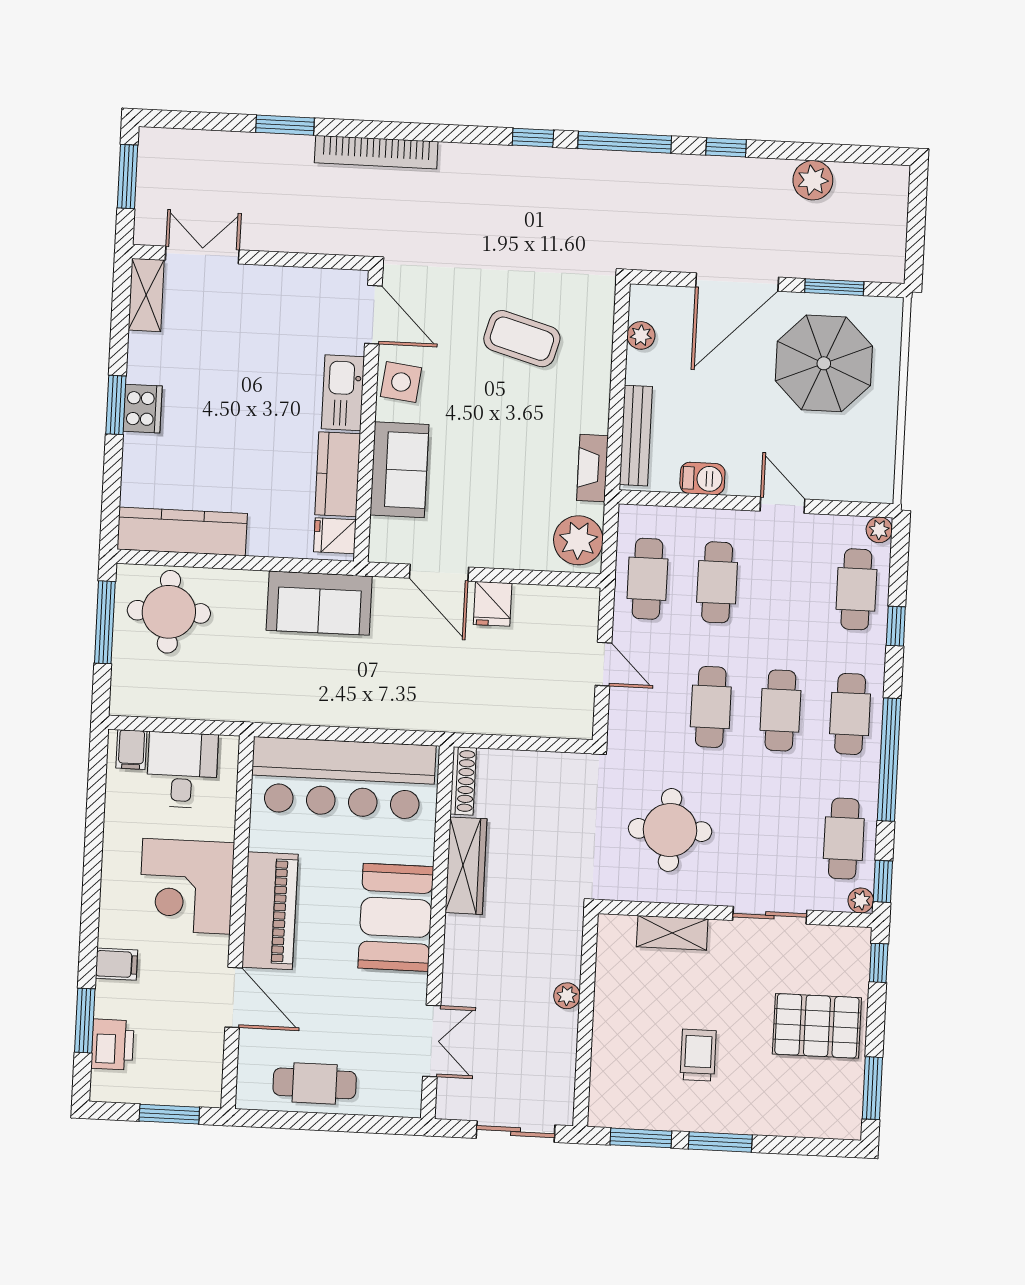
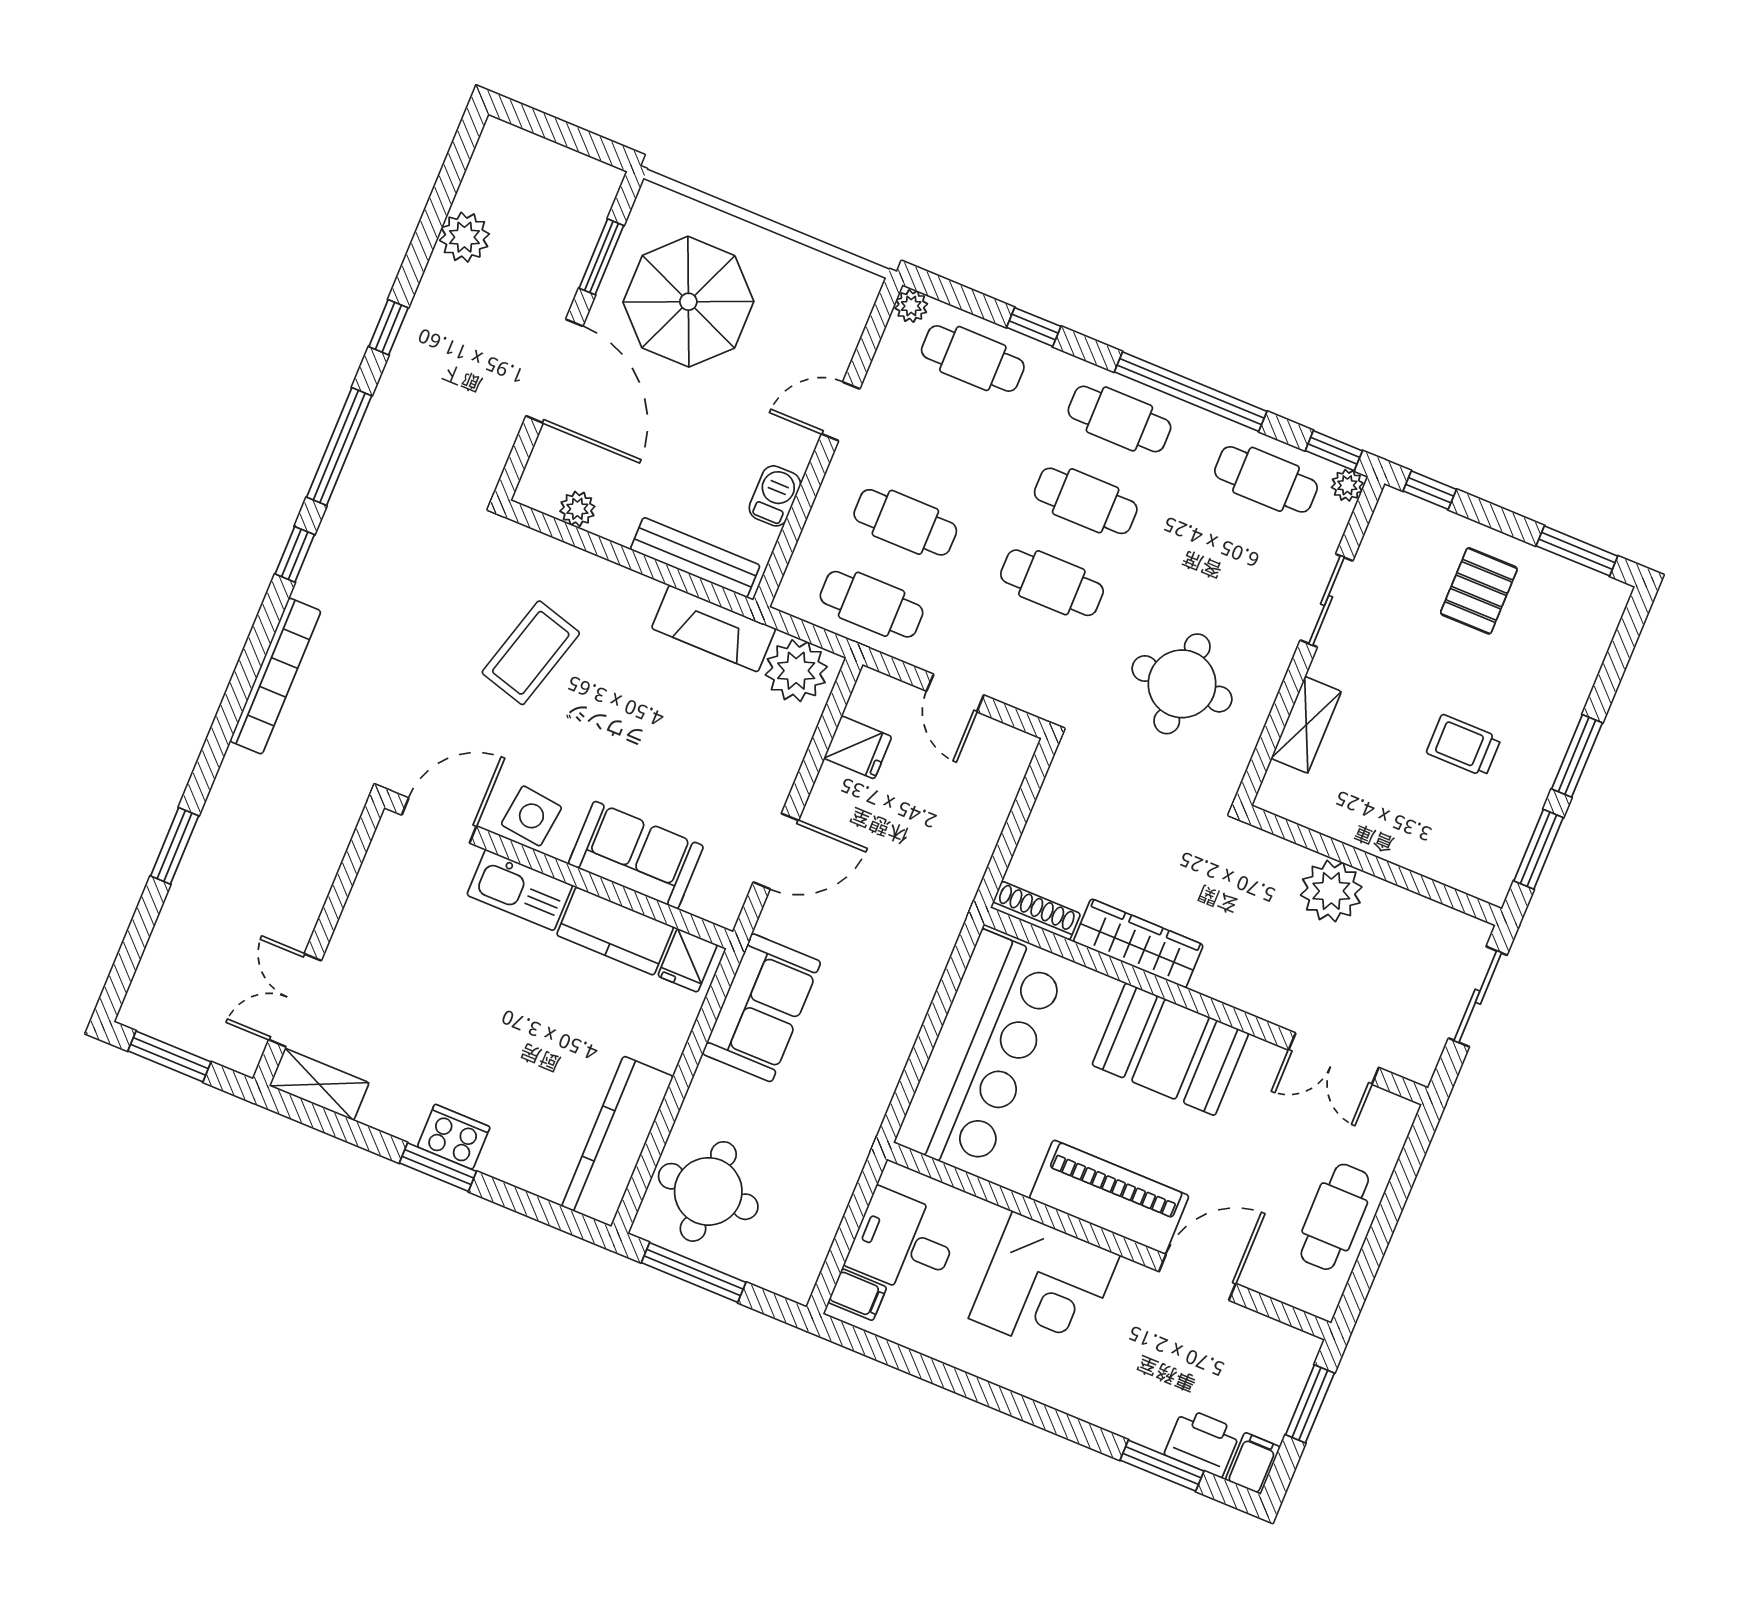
bookcase: (376, 152) -> (275, 676), moved
fireplace: (592, 468) -> (714, 628), width x1.37, depth x1.32
fridge: (493, 604) -> (858, 747), moved
door: (604, 664) -> (955, 693), swing flipped
filing cabinet: (116, 964) -> (1253, 1463), moved
plant: (567, 996) -> (1331, 891), width x1.87, depth x1.87
pallet: (817, 1026) -> (1479, 591), width x0.67, depth x0.71
double door: (432, 1041) -> (1334, 1059), swing flipped

